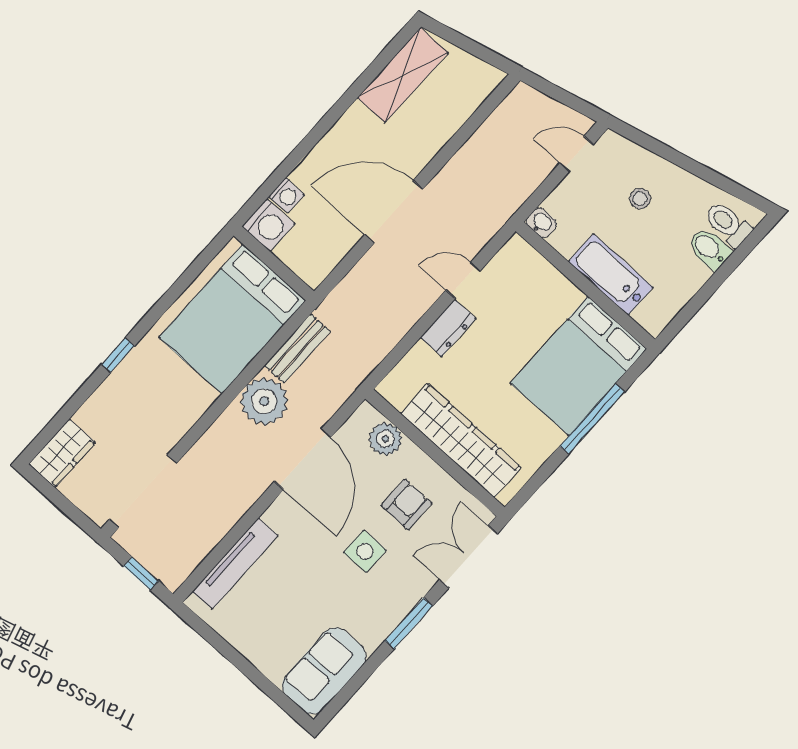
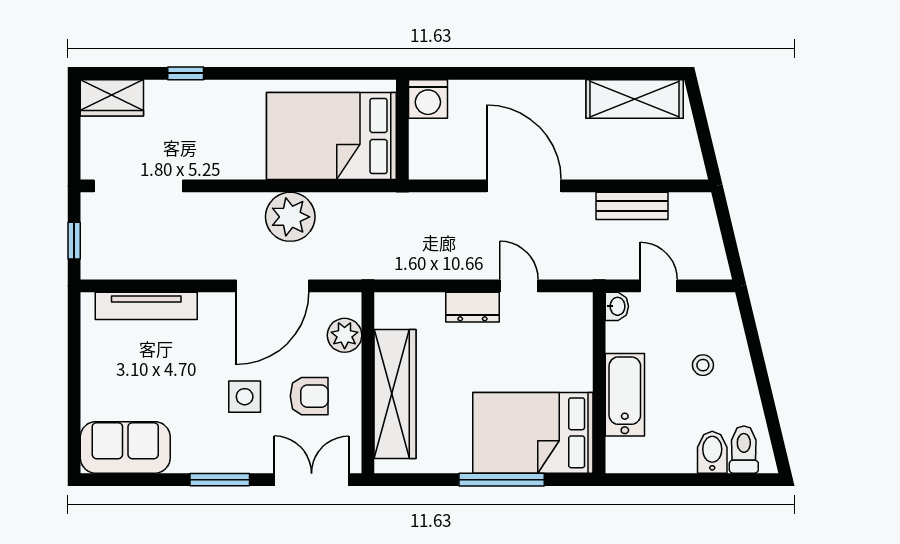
door: (577, 154) -> (659, 286), moved
washing machine: (287, 195) -> (463, 93), removed
bench: (297, 348) -> (632, 206), moved
window: (118, 355) -> (186, 73), moved

